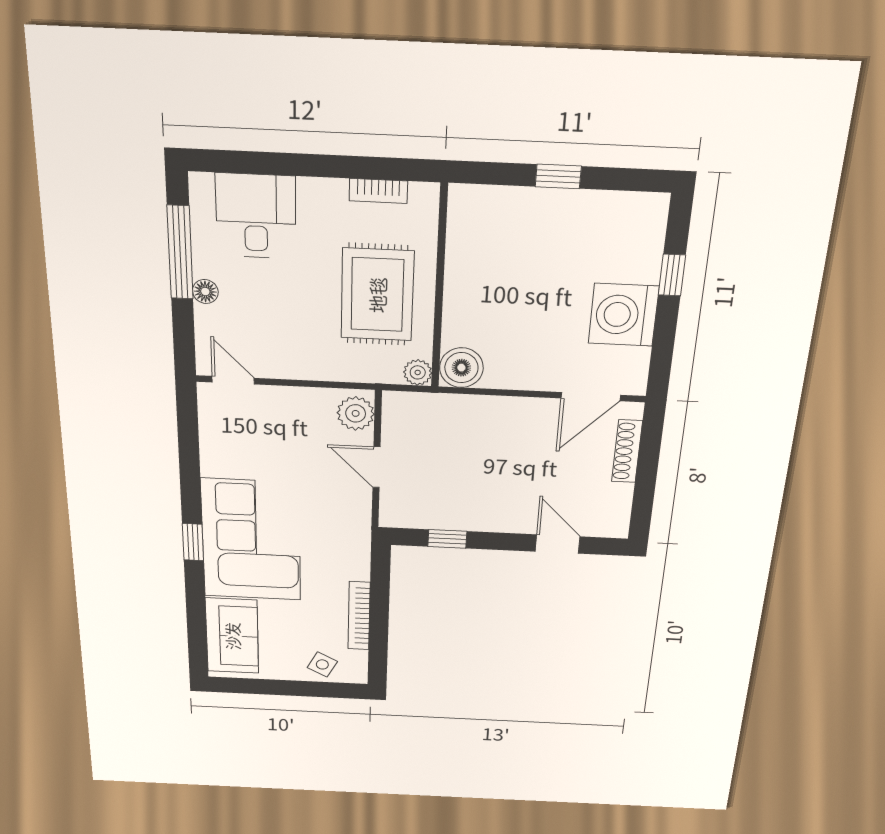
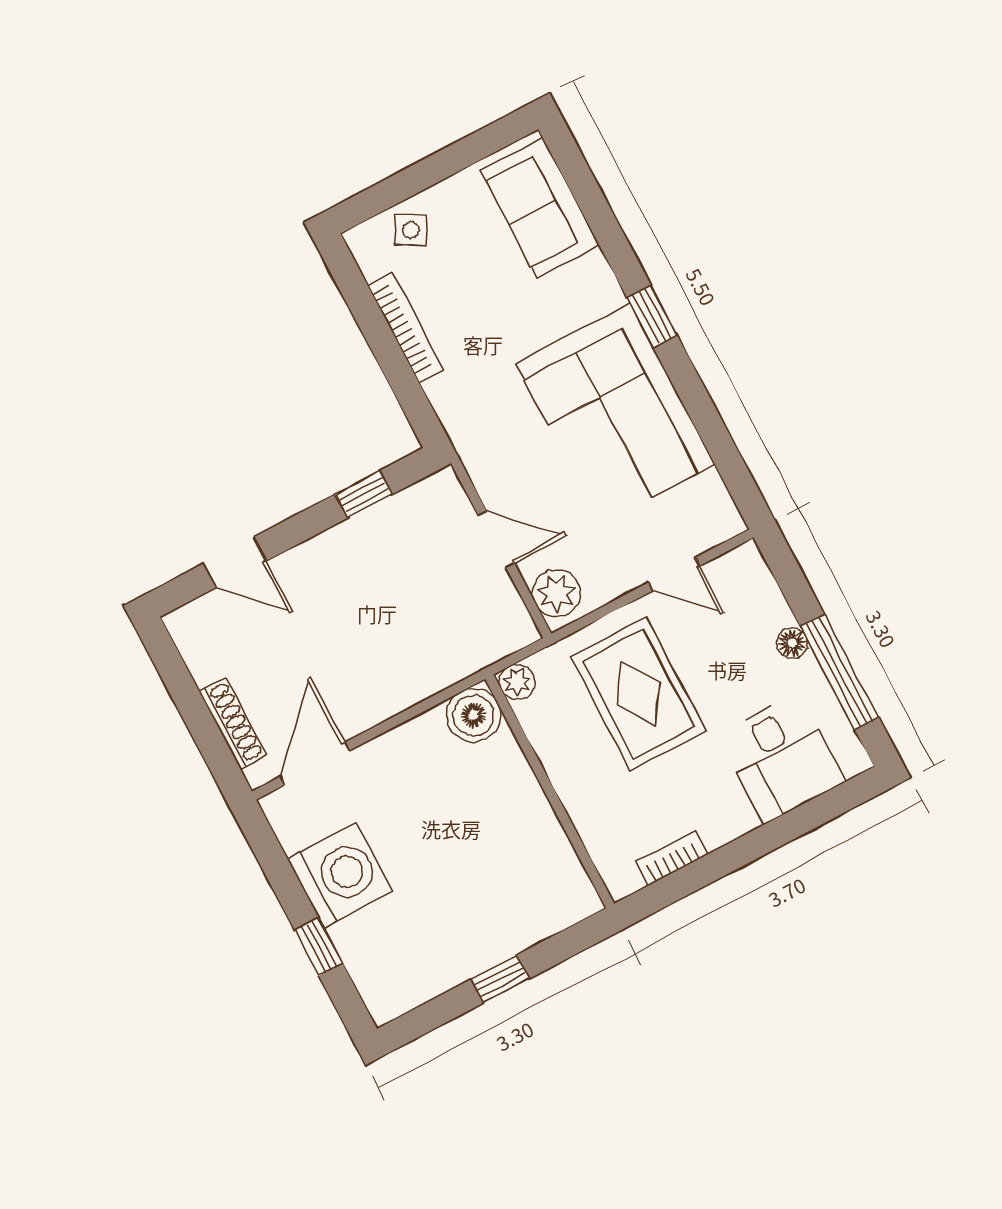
rug: (377, 295) -> (638, 694), moved
door: (233, 380) -> (674, 574), moved
corner sofa: (251, 540) -> (615, 414), moved

